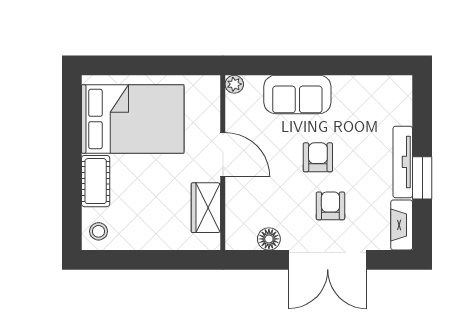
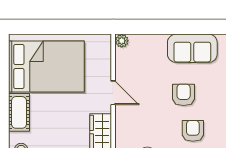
sofa: (297, 94) -> (192, 48), moved
door: (223, 155) -> (113, 93), width x0.73

